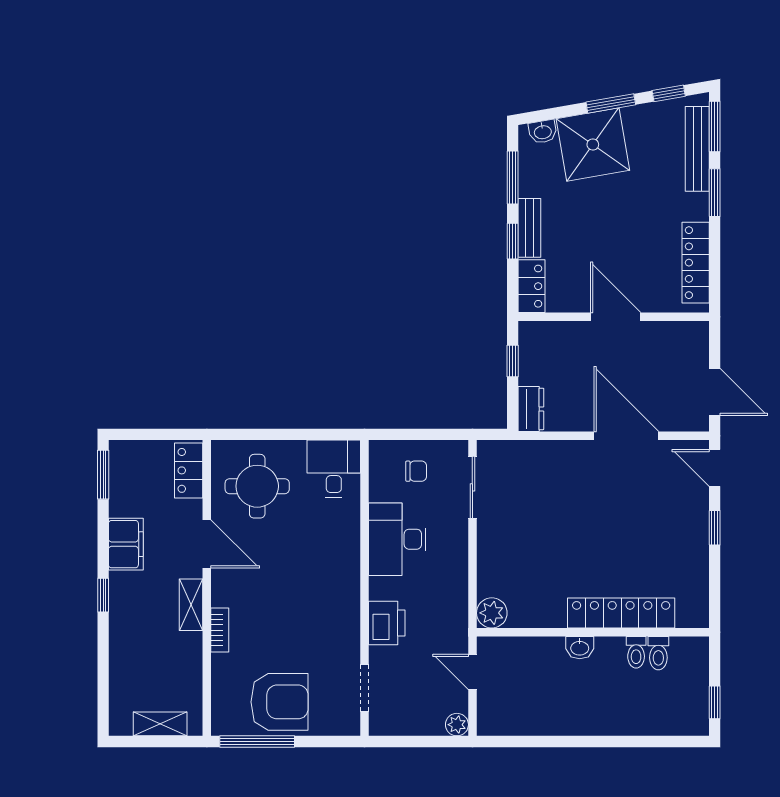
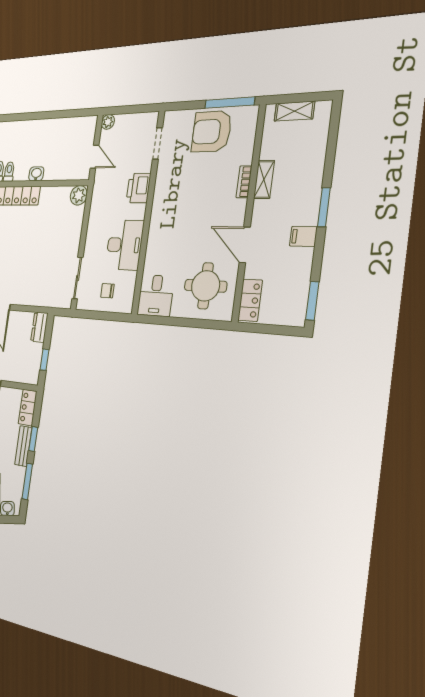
filing cabinet: (126, 544) -> (303, 236), width x0.50
window: (103, 595) -> (324, 207), width x1.50
shelving: (191, 605) -> (264, 179), moved

